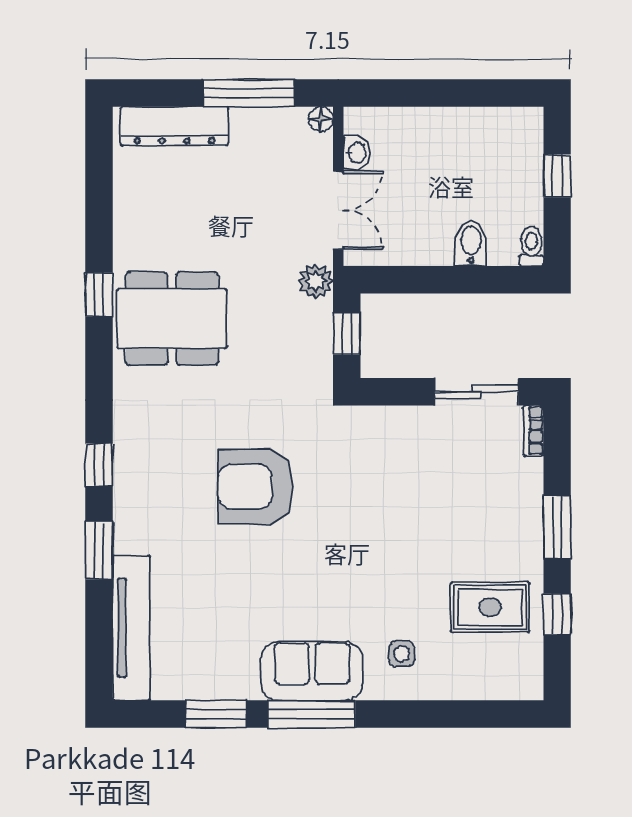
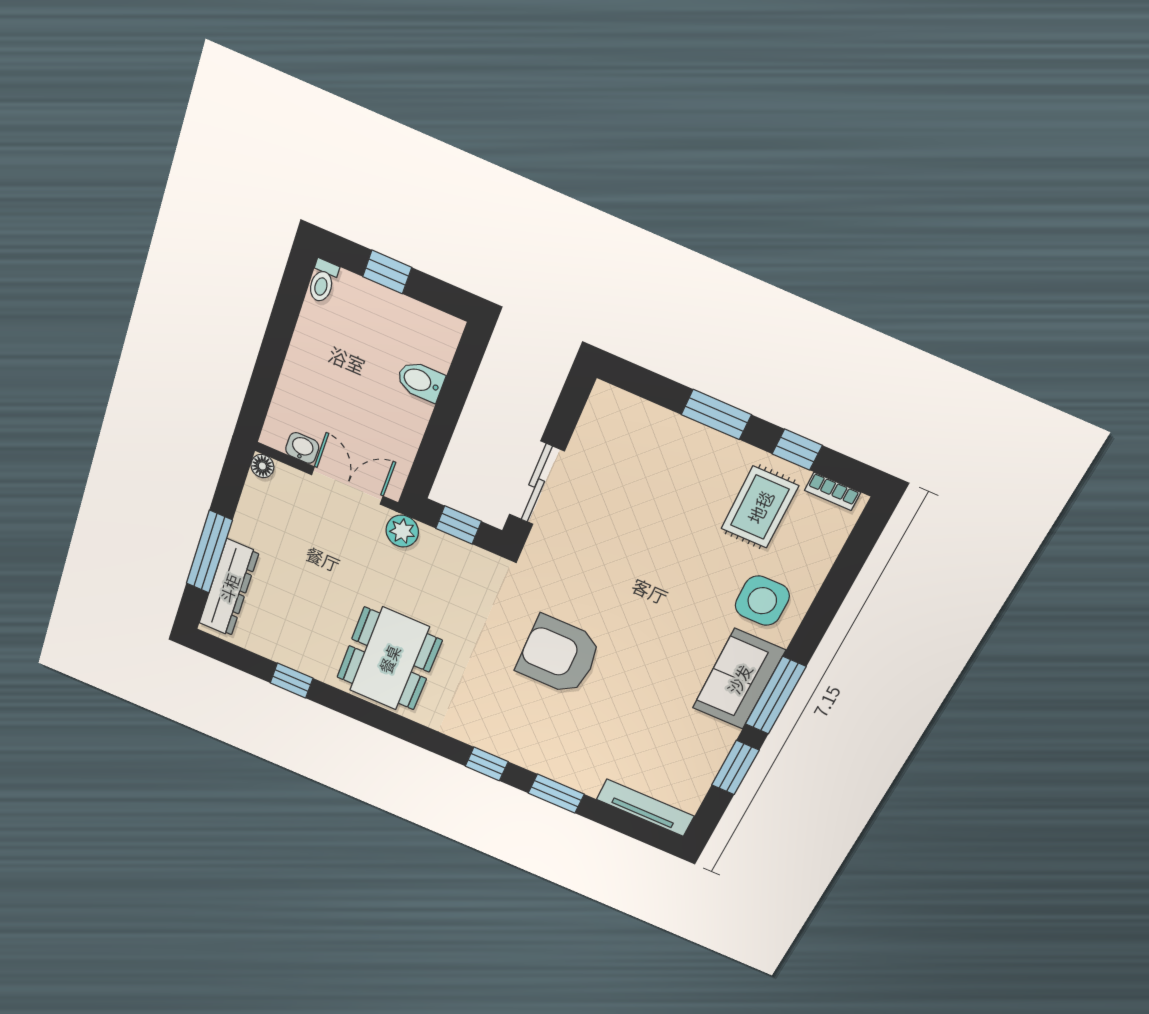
window: (249, 93) -> (209, 552), moved
toilet: (532, 246) -> (323, 281), moved, turned -90
window: (99, 295) -> (292, 680), moved
sliding door: (476, 392) -> (537, 483), moved
bookcase: (533, 431) -> (833, 491), moved
armchair: (256, 487) -> (559, 655), turned 90
tv unit: (131, 628) -> (645, 808), width x0.73, depth x0.78
side table: (402, 654) -> (762, 601), width x1.87, depth x1.87

